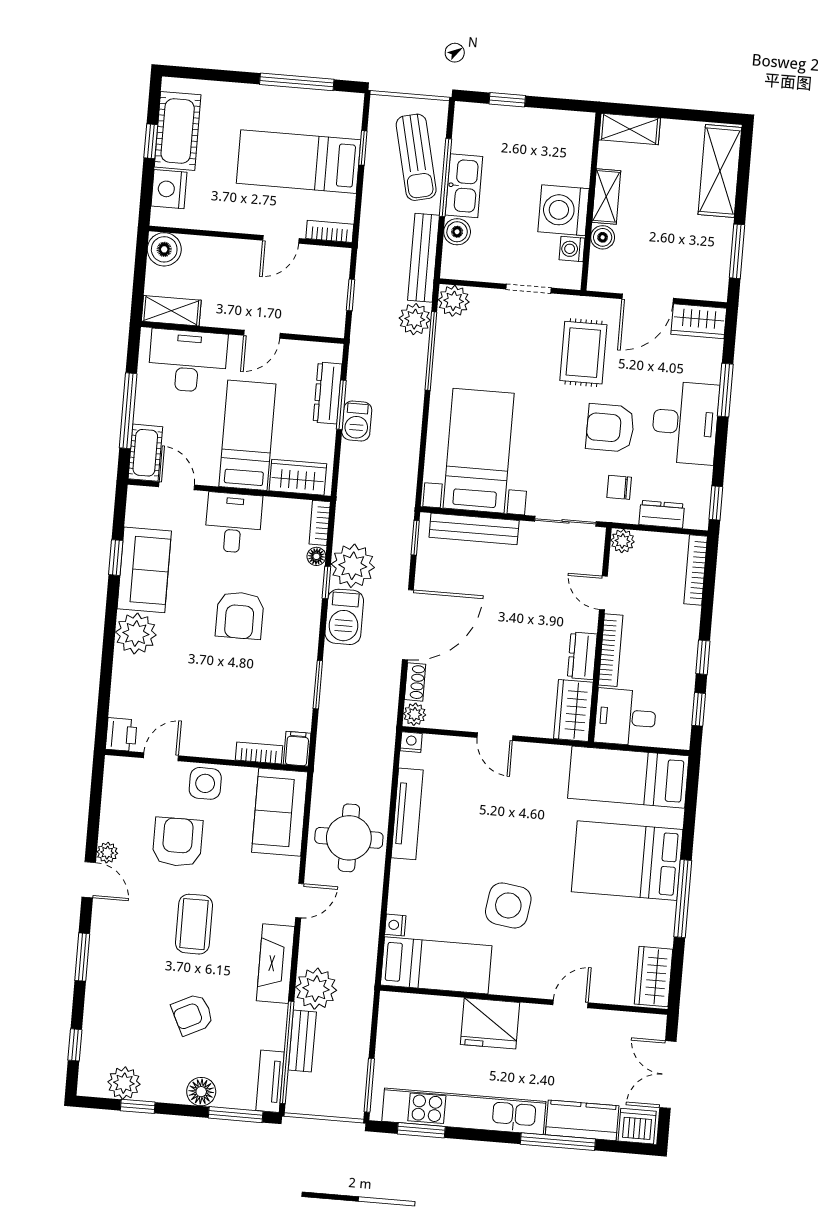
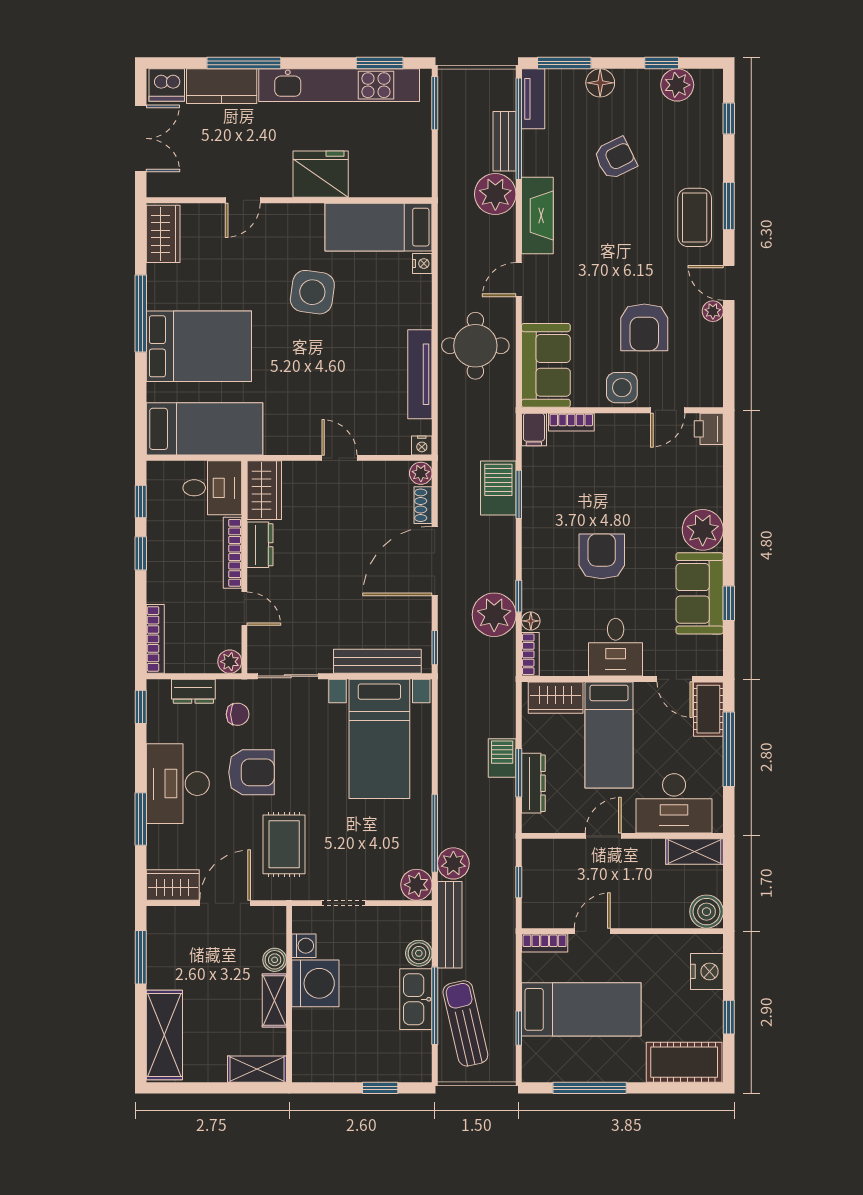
cot: (178, 131) -> (684, 1062), moved, turned 90
barbecue: (344, 617) -> (498, 488), moved
coffee table: (194, 924) -> (695, 217), moved

